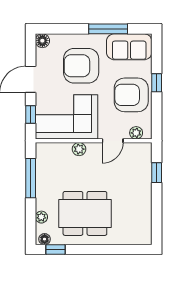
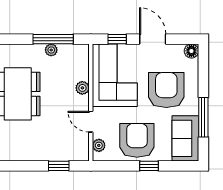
plant: (41, 217) -> (51, 50), moved

